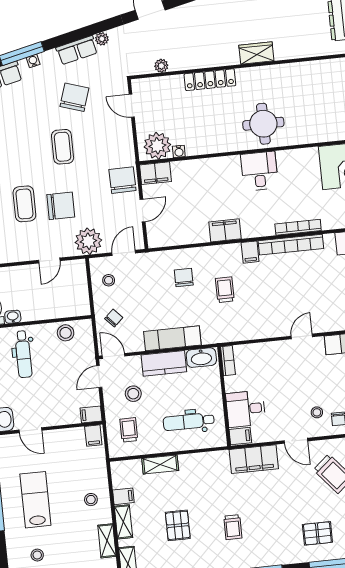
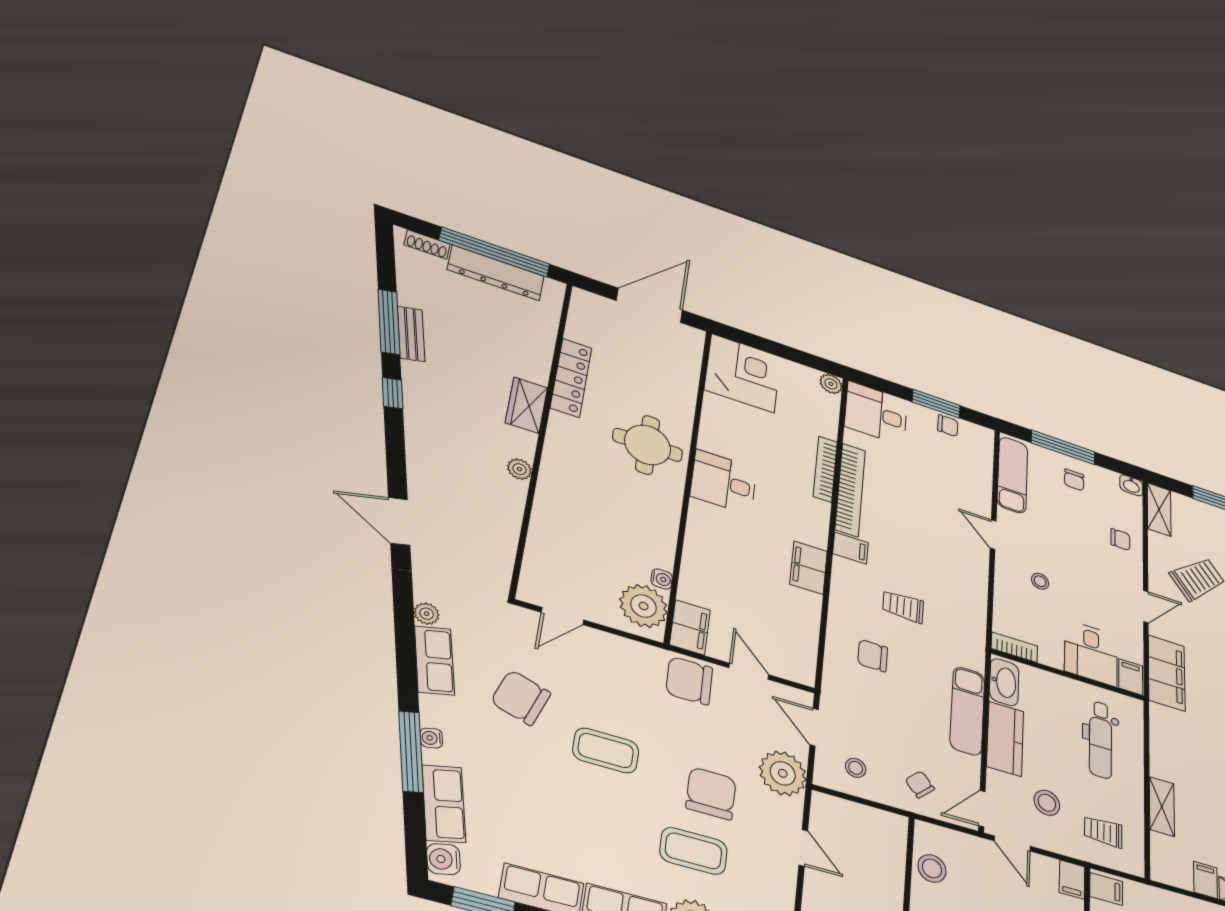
plant: (161, 66) -> (519, 469), moved
locker: (210, 80) -> (571, 378), moved
stool: (317, 412) -> (1040, 581), moved

